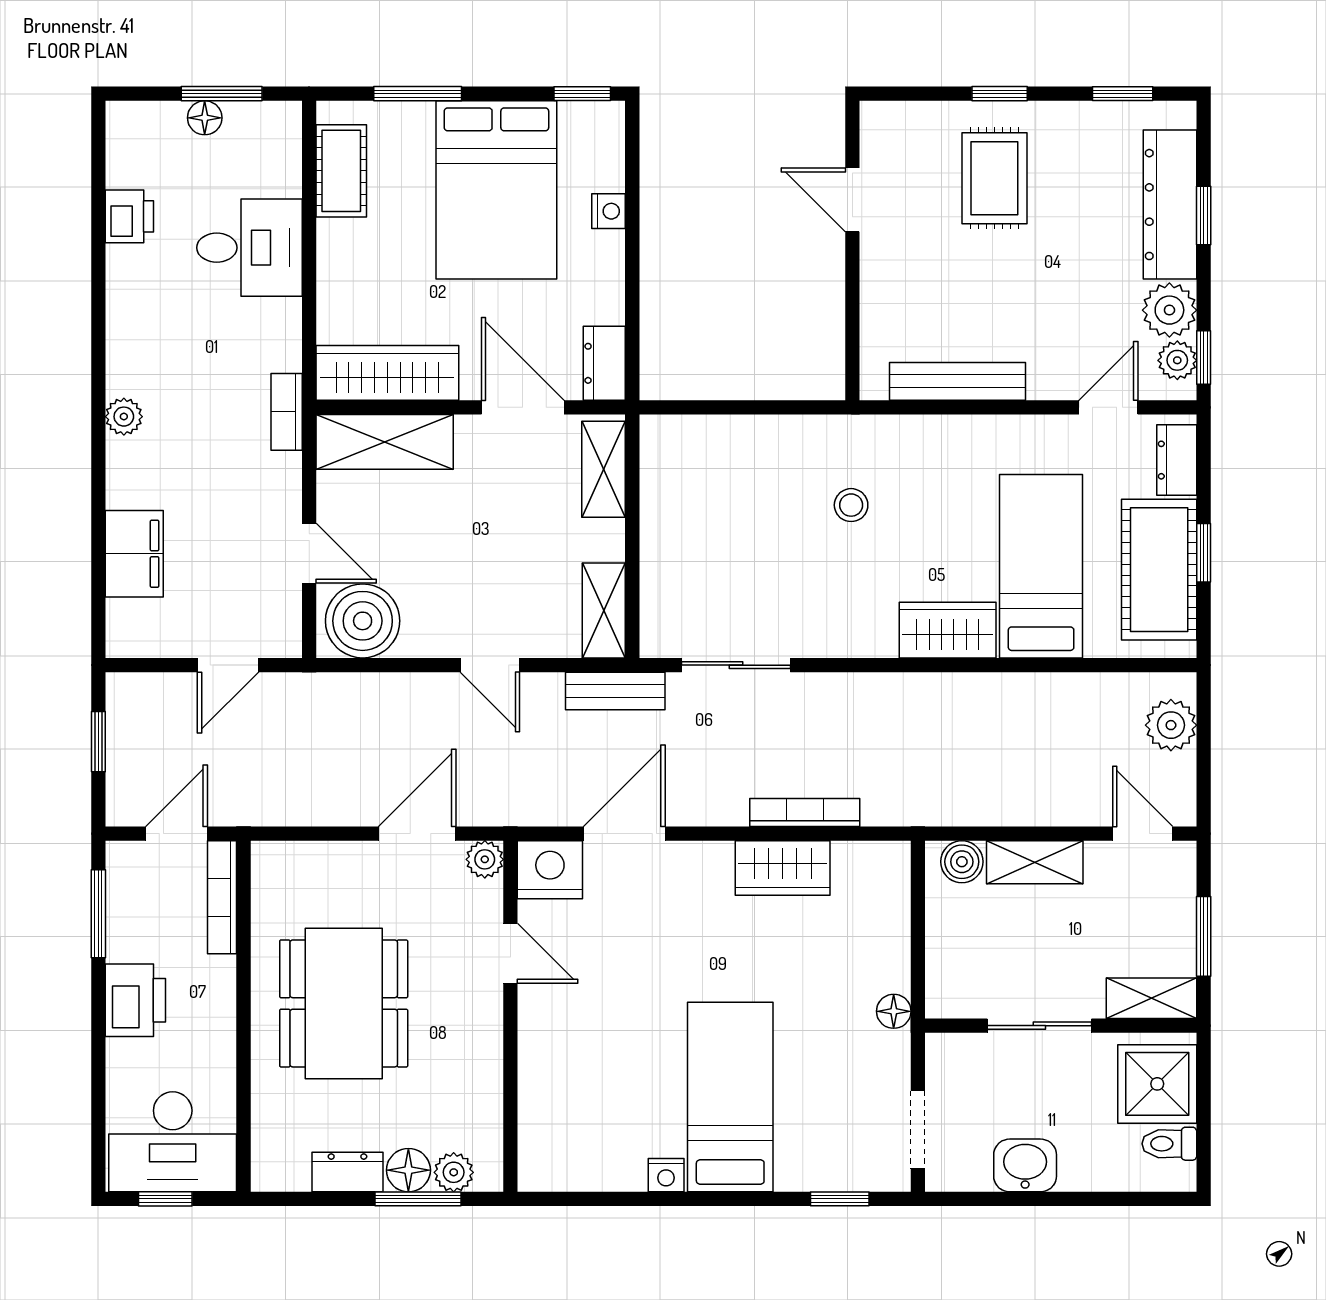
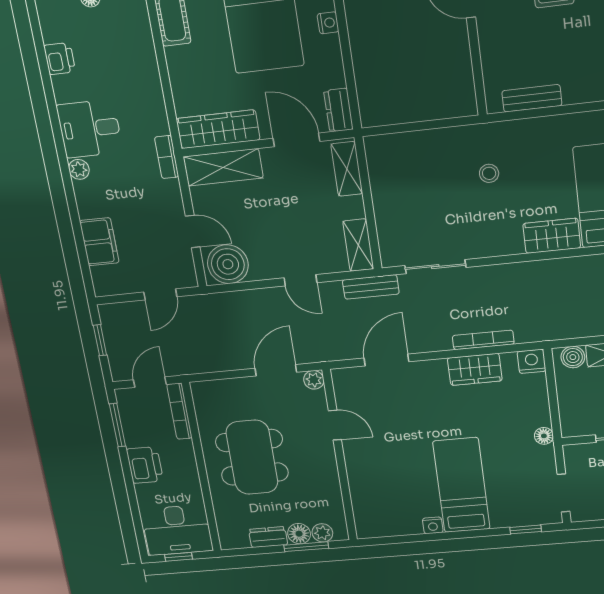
desk: (249, 248) -> (90, 129), moved, turned 180
bench: (957, 381) -> (532, 98), width x0.73
nightstand: (550, 870) -> (532, 361), moved, width x0.74, depth x0.75

